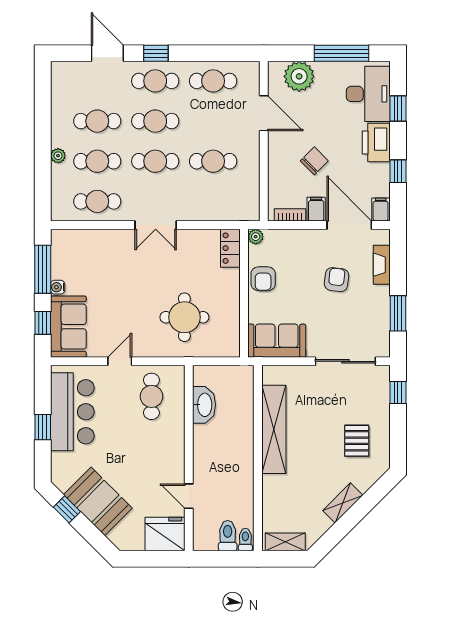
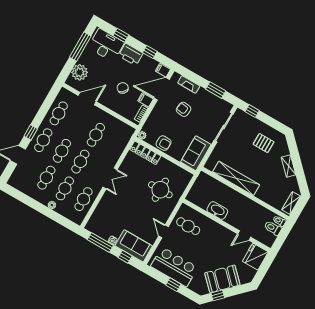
locker: (230, 248) -> (145, 153), width x1.53
washbasin: (204, 405) -> (217, 211), moved

